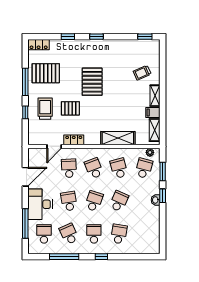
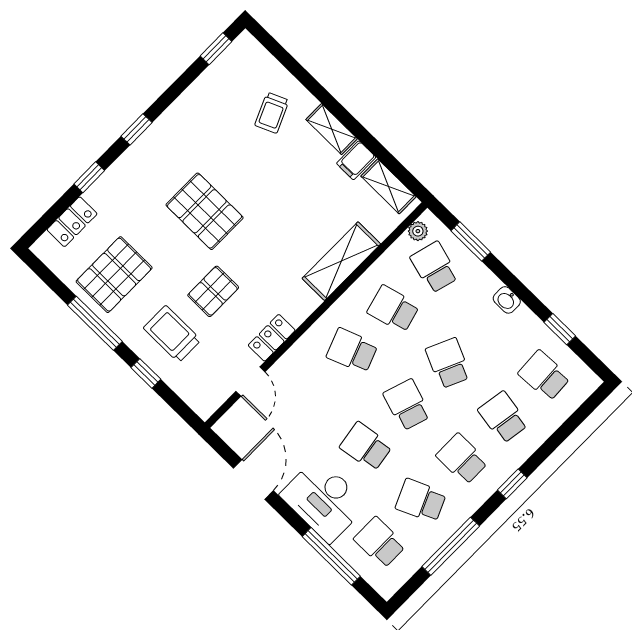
locker: (39, 45) -> (72, 222), moved
school desk: (69, 168) -> (544, 376), moved
window: (163, 196) -> (560, 329), moved

